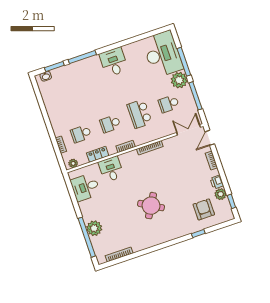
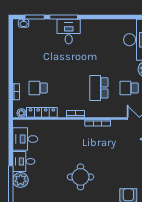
desk: (114, 62) -> (69, 32), moved
school desk: (110, 124) -> (69, 88), removed
locker: (98, 154) -> (42, 112), width x1.53
desk: (111, 169) -> (24, 161), moved, turned -90
round table: (151, 206) -> (80, 177), turned -30

